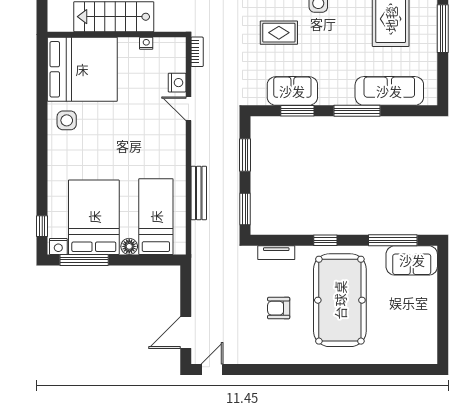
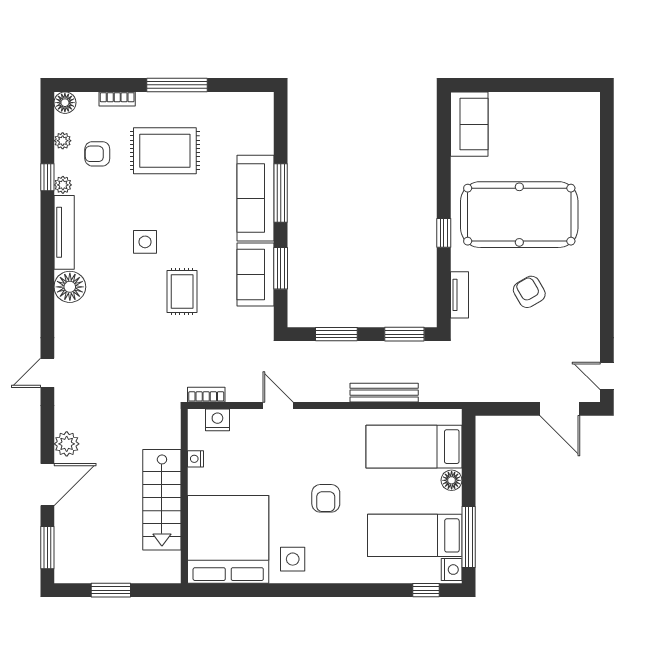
nightstand: (177, 83) -> (217, 420), moved
sofa: (389, 91) -> (256, 198), moved
door: (188, 109) -> (278, 406), swing flipped
armchair: (115, 147) -> (326, 498), added
bed: (94, 217) -> (415, 535), width x0.67
window: (393, 240) -> (444, 148), removed
armchair: (279, 308) -> (529, 292), turned 150

